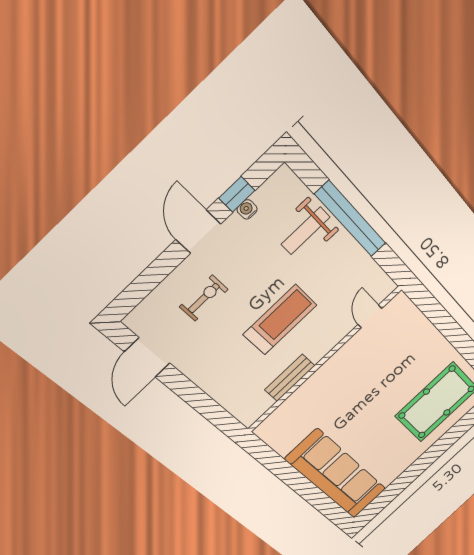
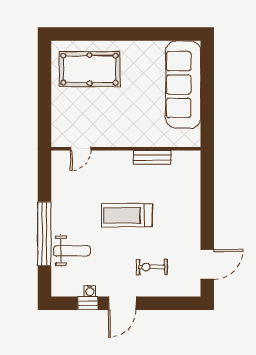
door: (370, 316) -> (81, 149), moved
wall: (324, 360) -> (126, 149), moved
bench: (290, 378) -> (152, 158), moved

